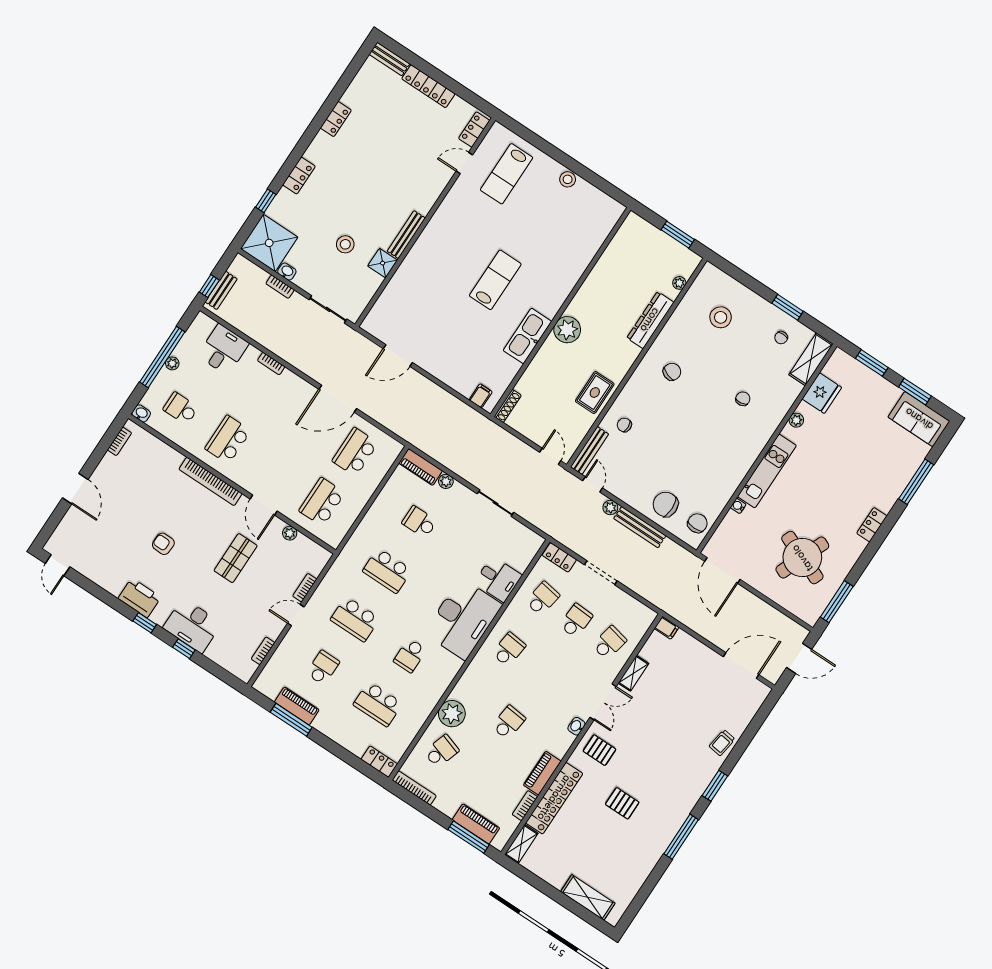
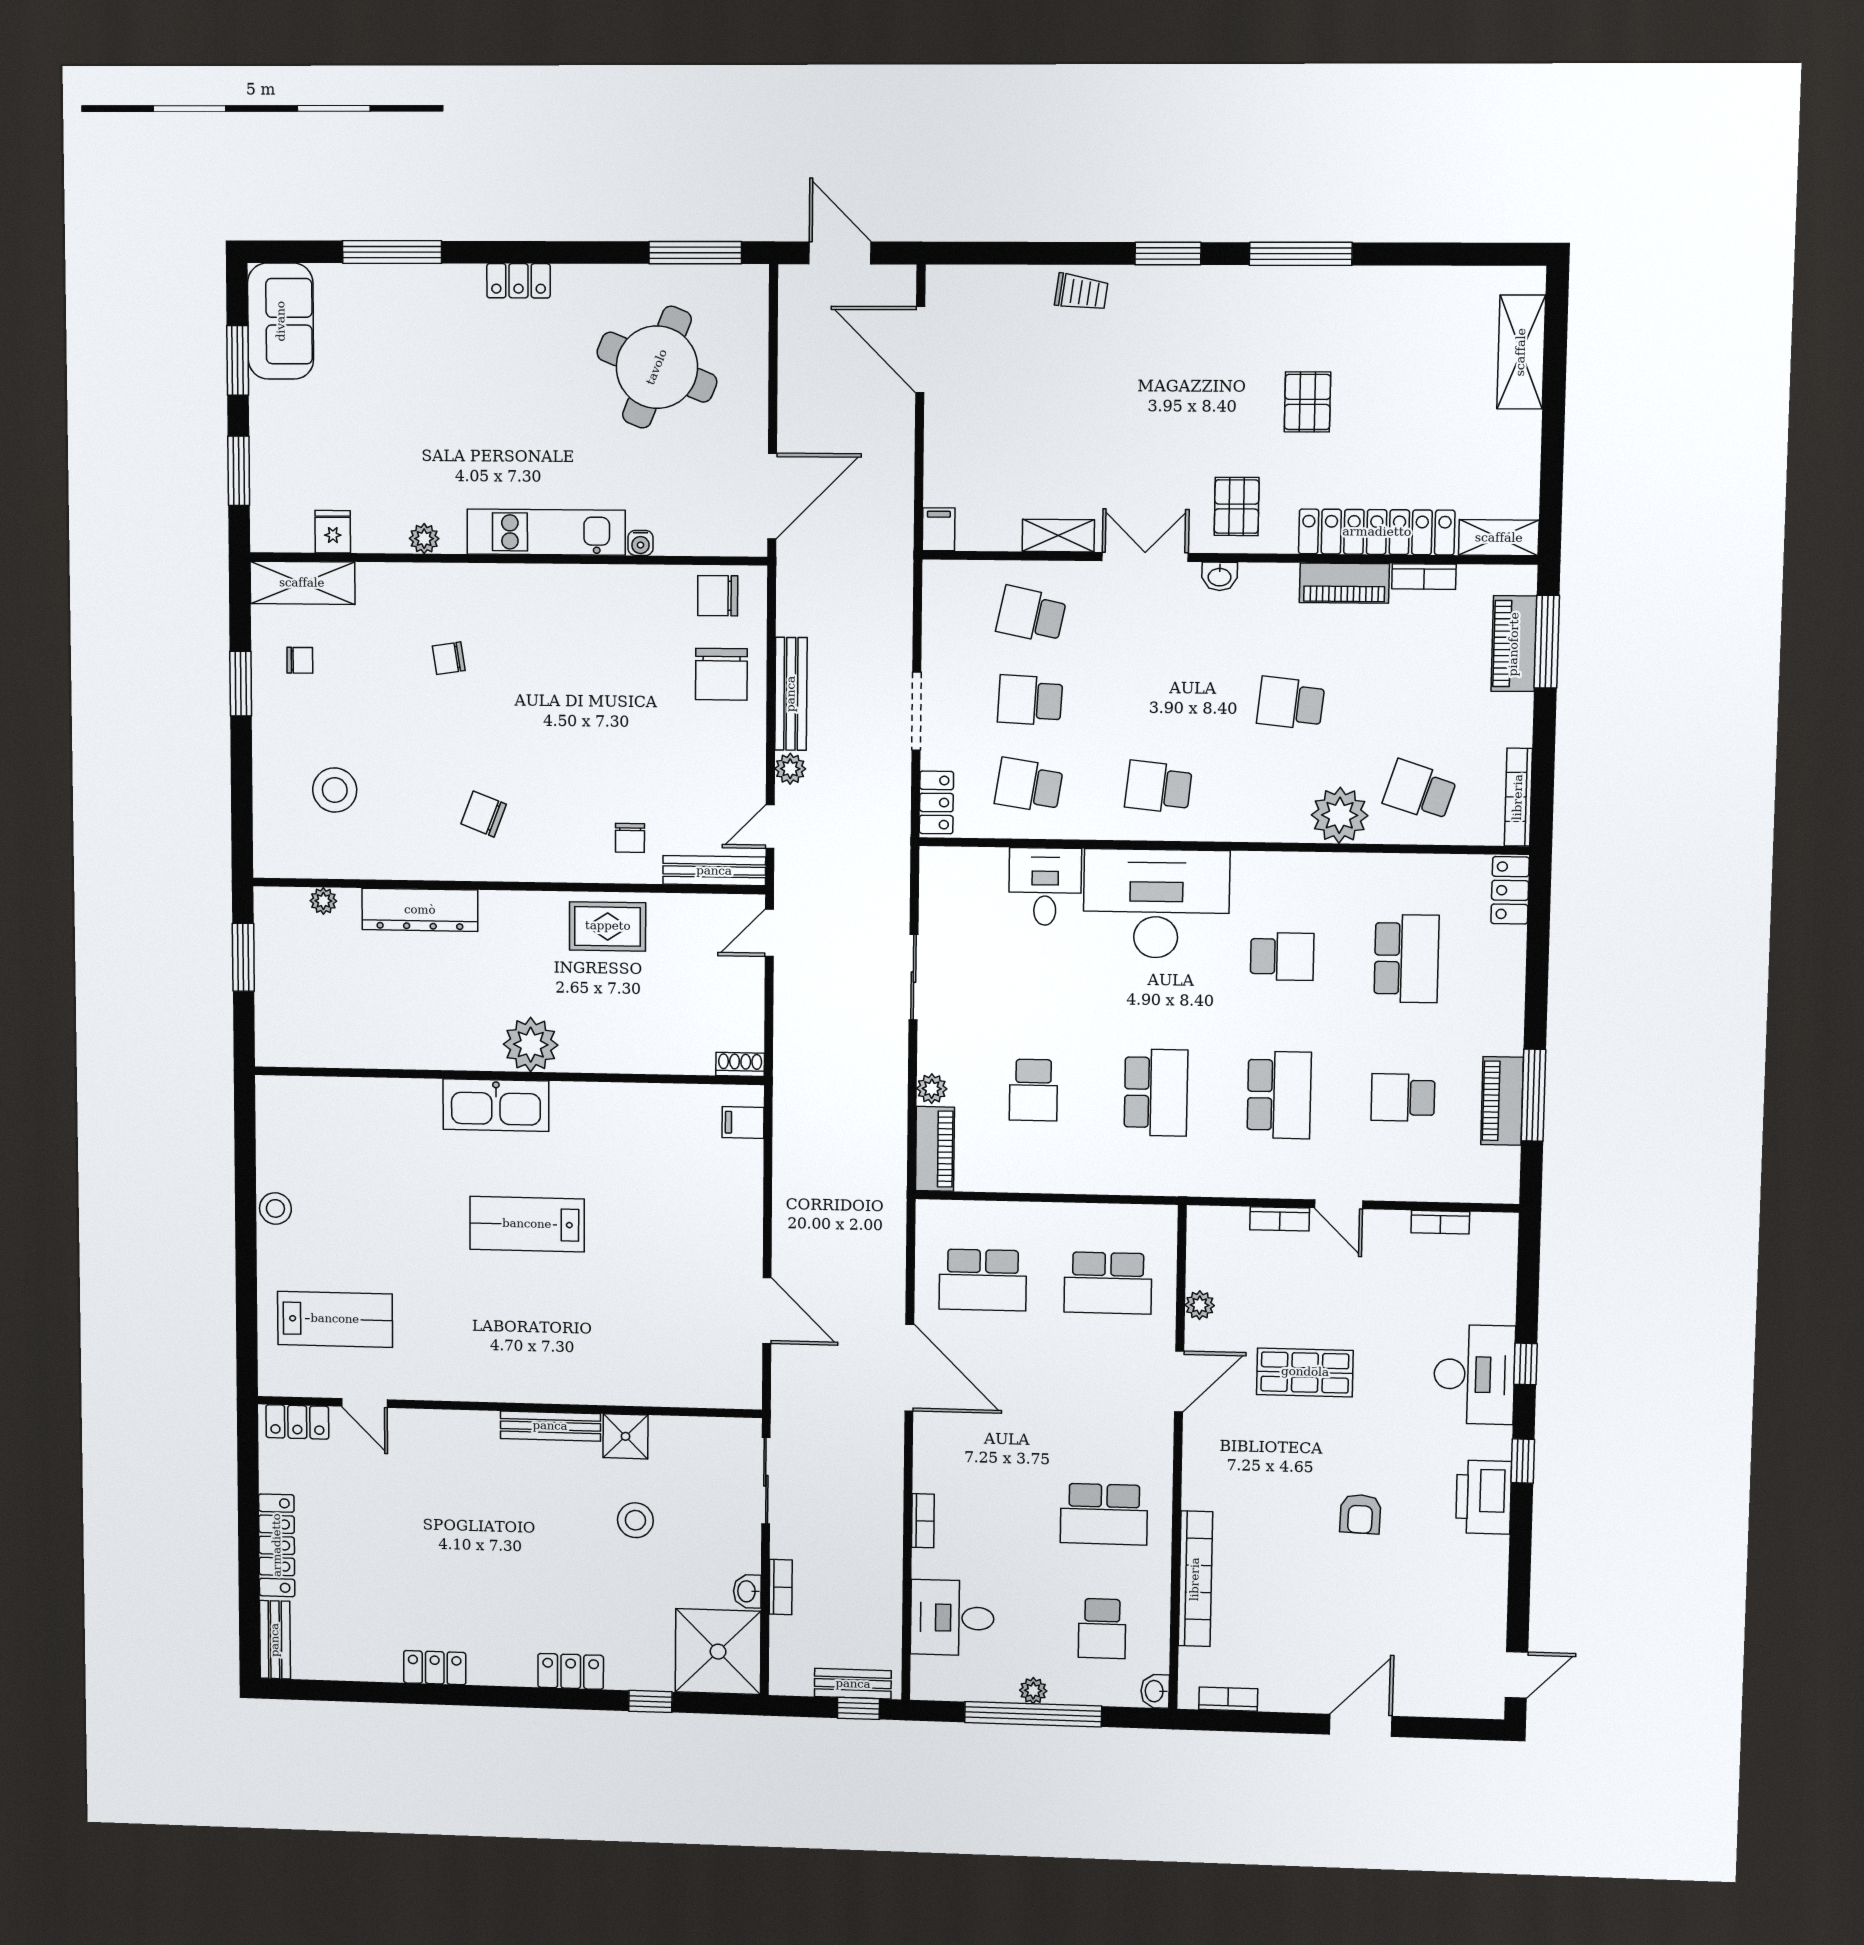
kitchen sink: (527, 336) -> (496, 1105), moved
fridge: (822, 393) -> (333, 532), width x0.53, depth x0.75
shoe rack: (508, 406) -> (740, 1064), width x0.70
bookcase: (211, 481) -> (1195, 1579), moved

